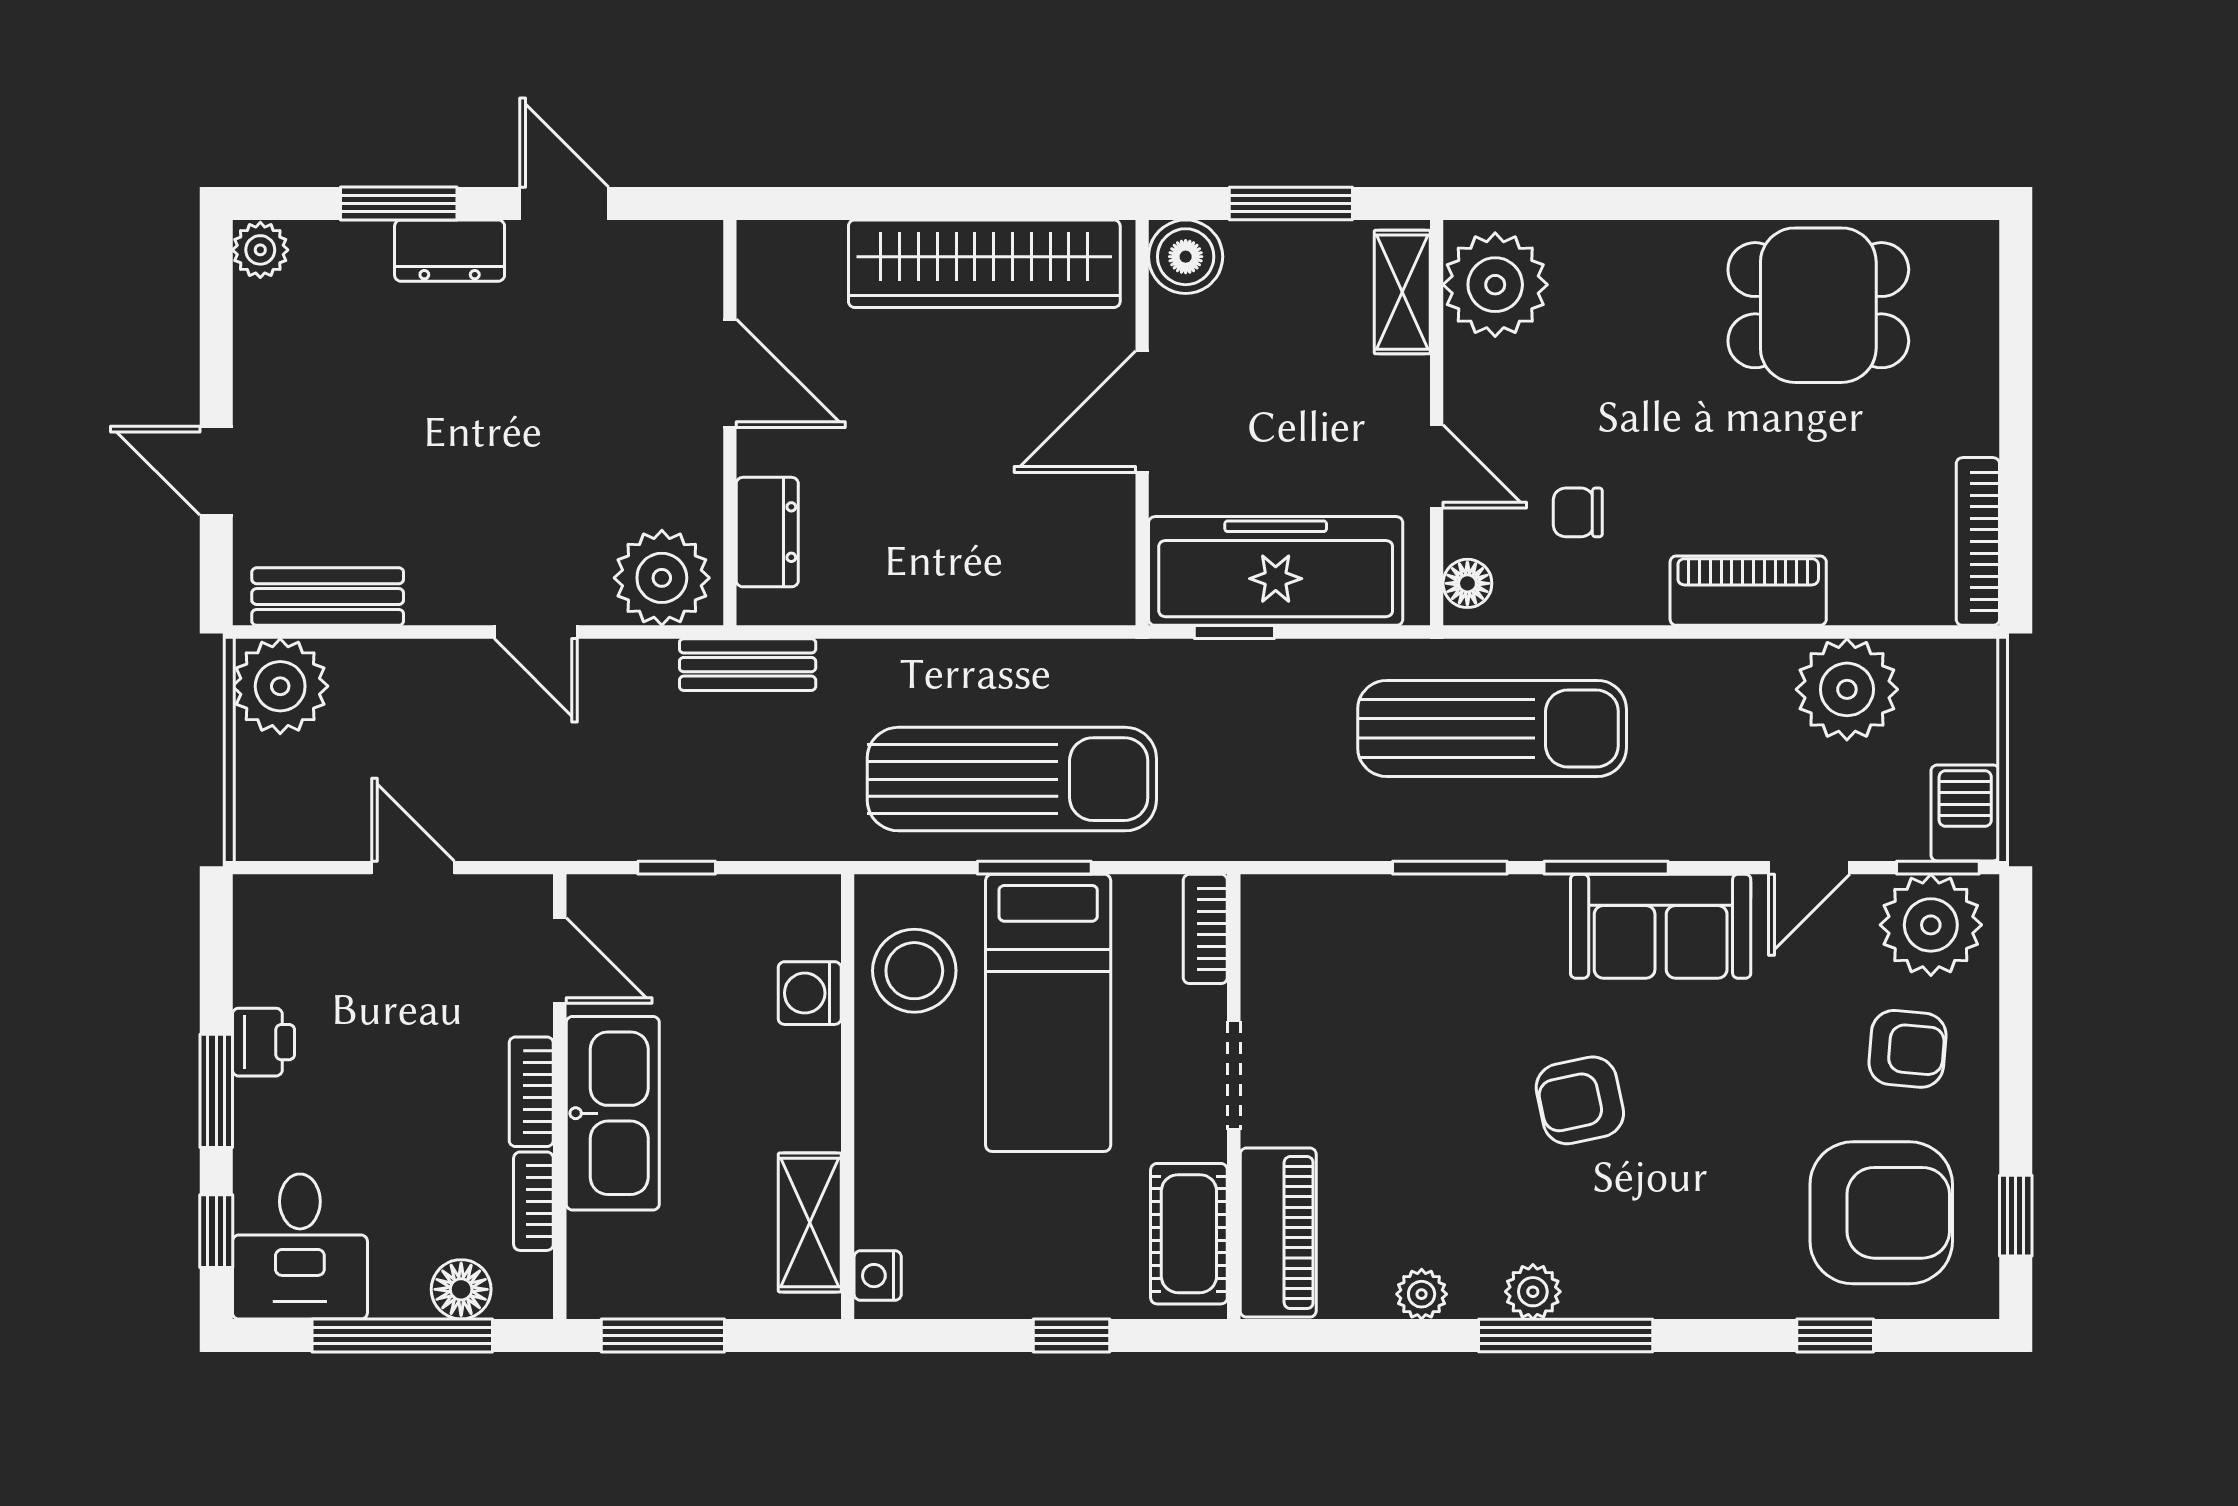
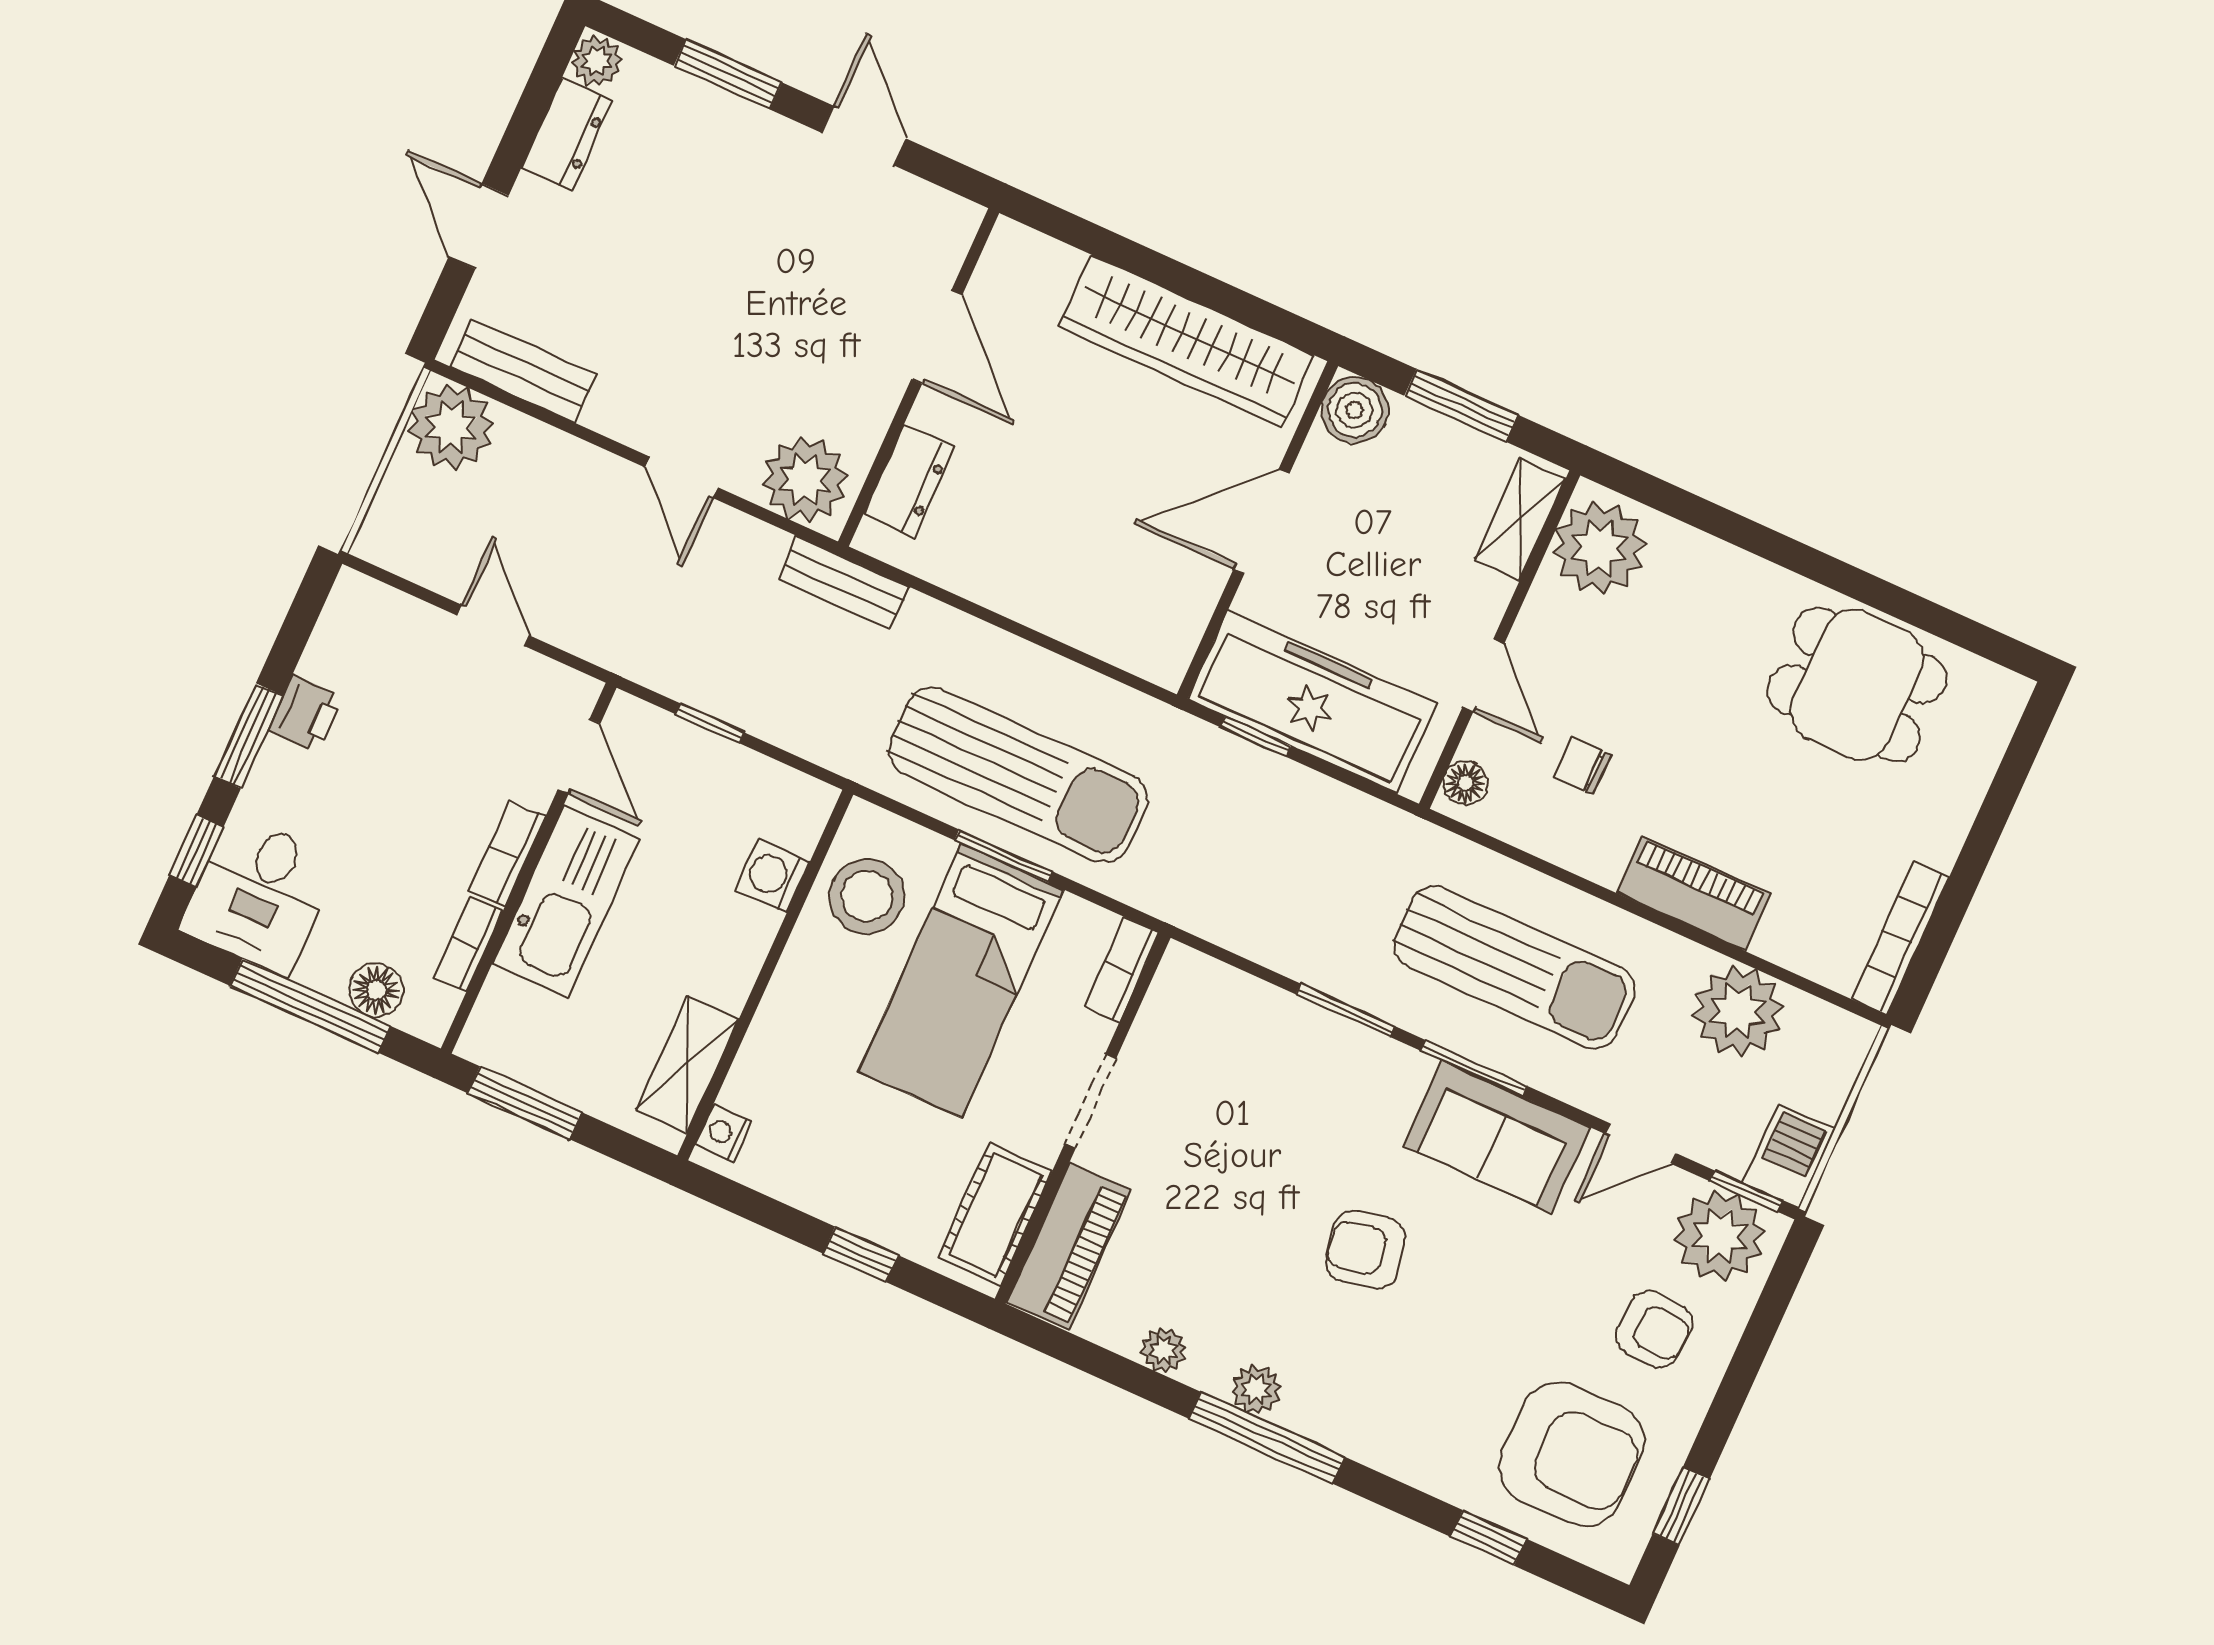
dresser: (450, 251) -> (567, 134), moved, turned -90
sun lounger: (1492, 728) -> (1514, 967), moved

